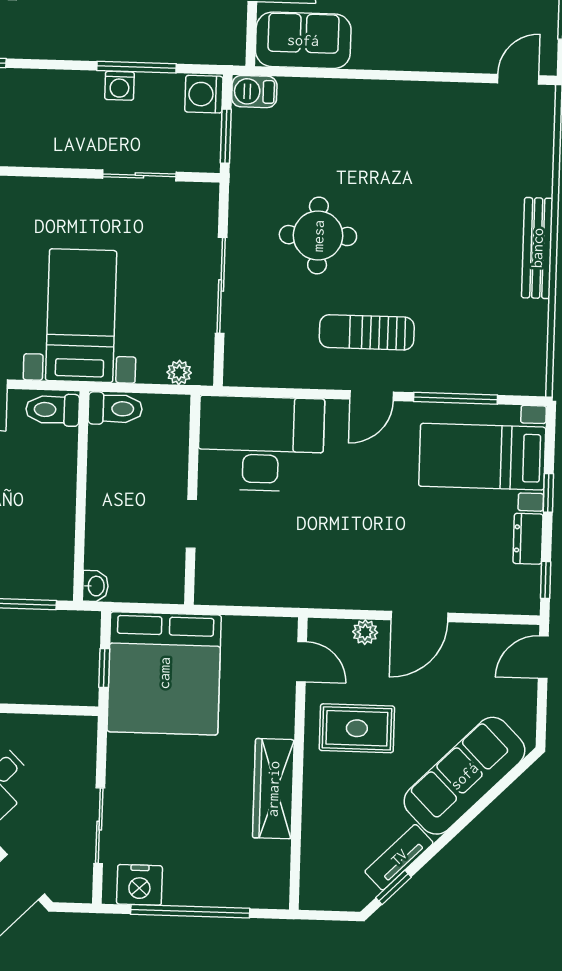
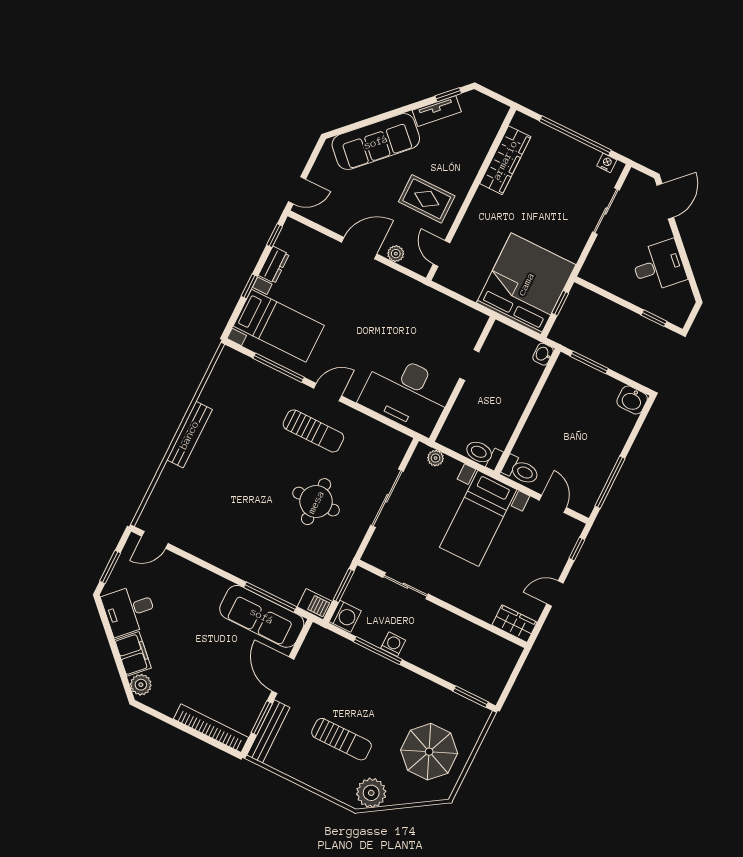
sofa: (303, 40) -> (262, 616), width x1.36
window: (321, 73) -> (270, 597), added
wardrobe: (273, 789) -> (505, 160), moved
nightstand: (139, 885) -> (607, 163), width x0.53, depth x0.56

